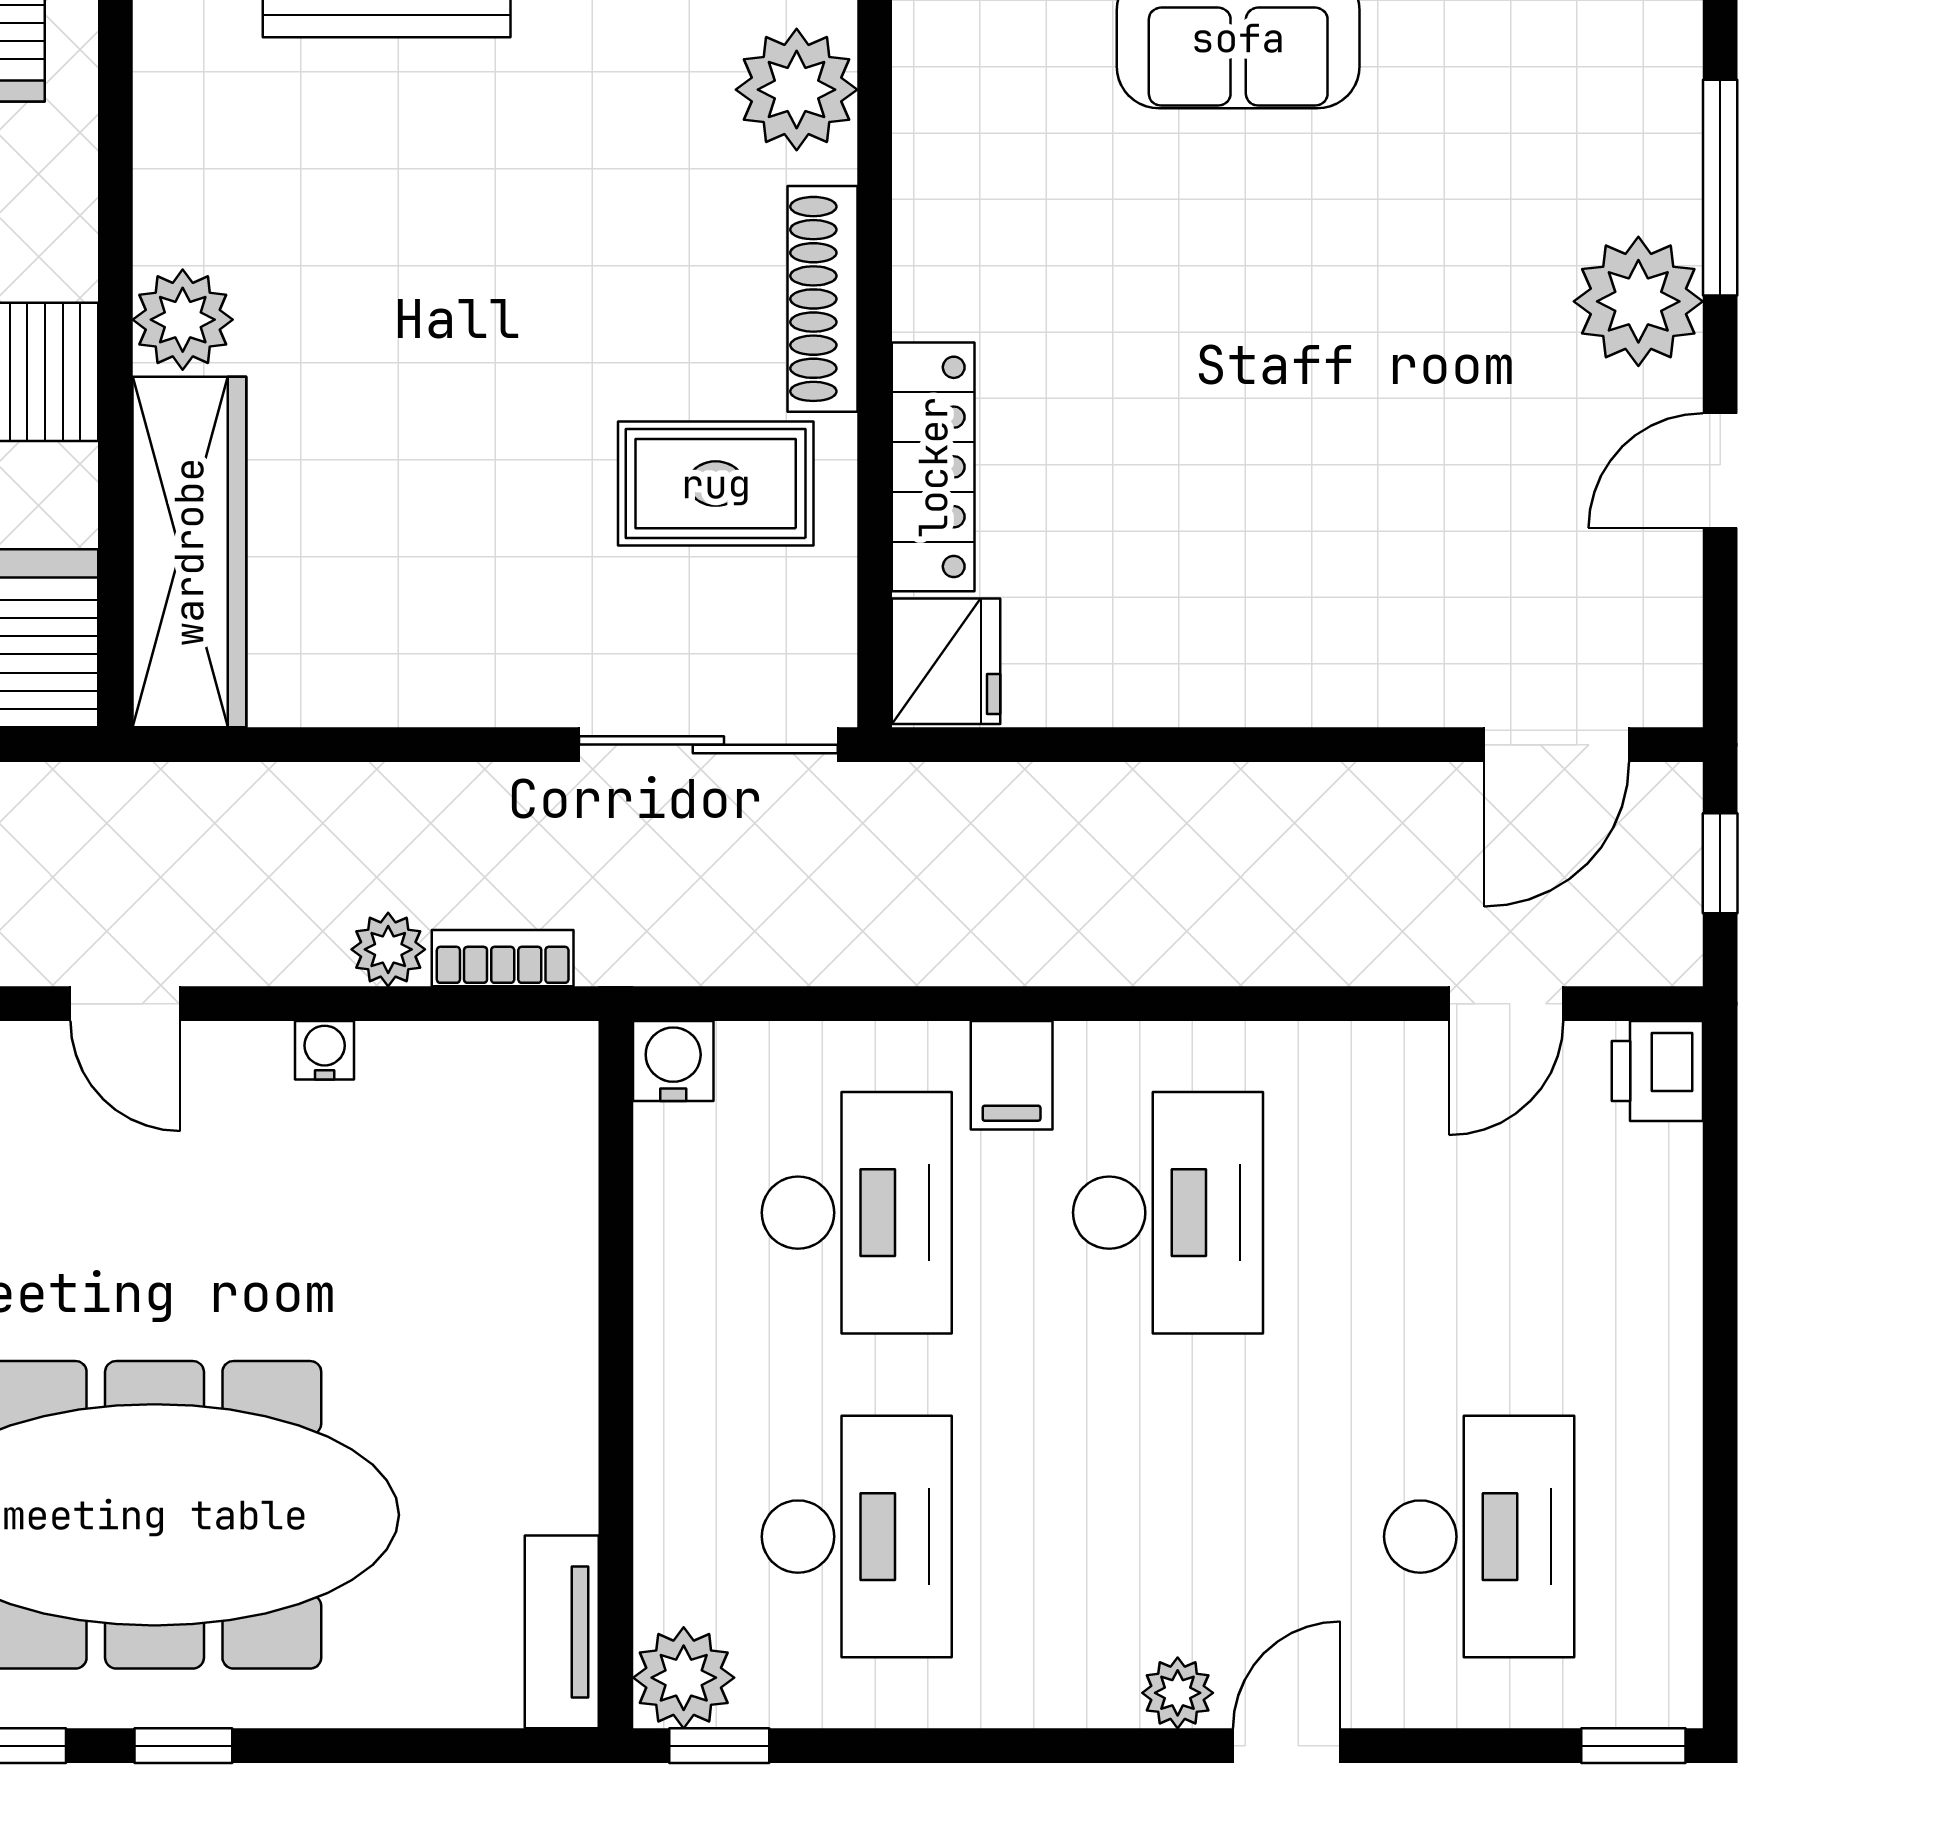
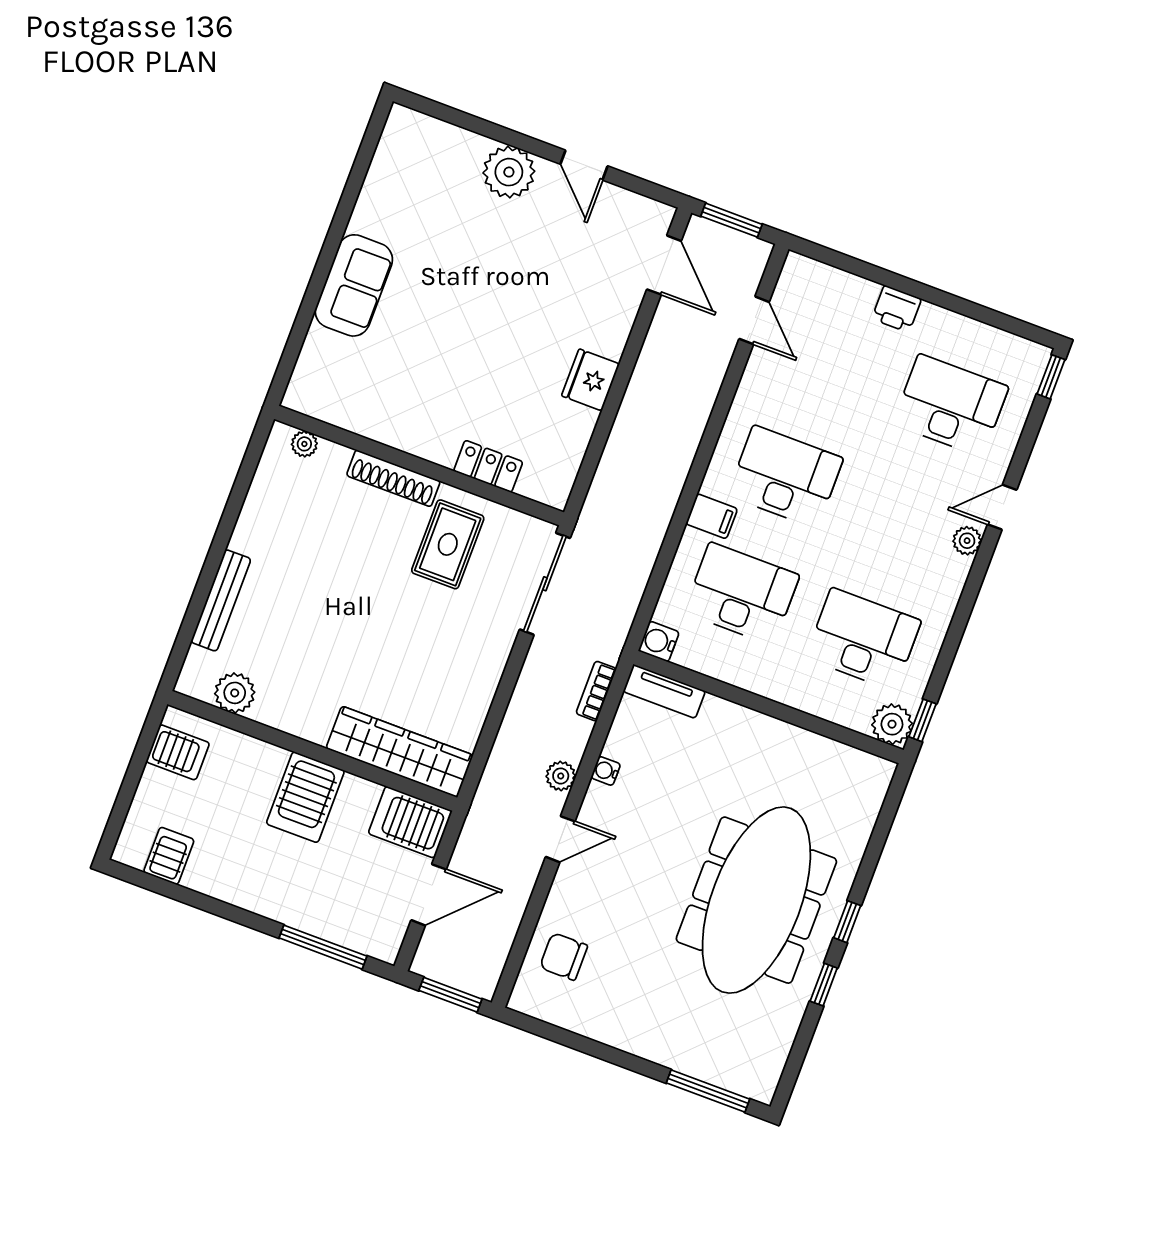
plant: (797, 90) -> (304, 444), width x0.53, depth x0.53
window: (1720, 188) -> (478, 125), removed
plant: (183, 320) -> (235, 693), moved
locker: (933, 467) -> (488, 466), width x0.66
fridge: (946, 661) -> (591, 380), moved, turned -90
window: (1720, 863) -> (732, 220), width x1.50
plant: (388, 949) -> (561, 776), moved
printer: (1657, 1071) -> (897, 309), moved
tv unit: (562, 1632) -> (664, 691), moved
door: (1287, 1746) -> (1002, 507), hinge flipped

